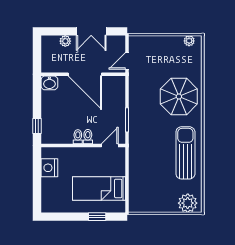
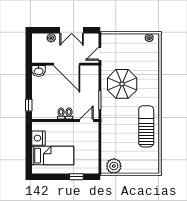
parasol: (179, 97) -> (122, 84), moved
bed: (99, 188) -> (53, 156), moved, turned 180
plant: (188, 203) -> (114, 166), moved

